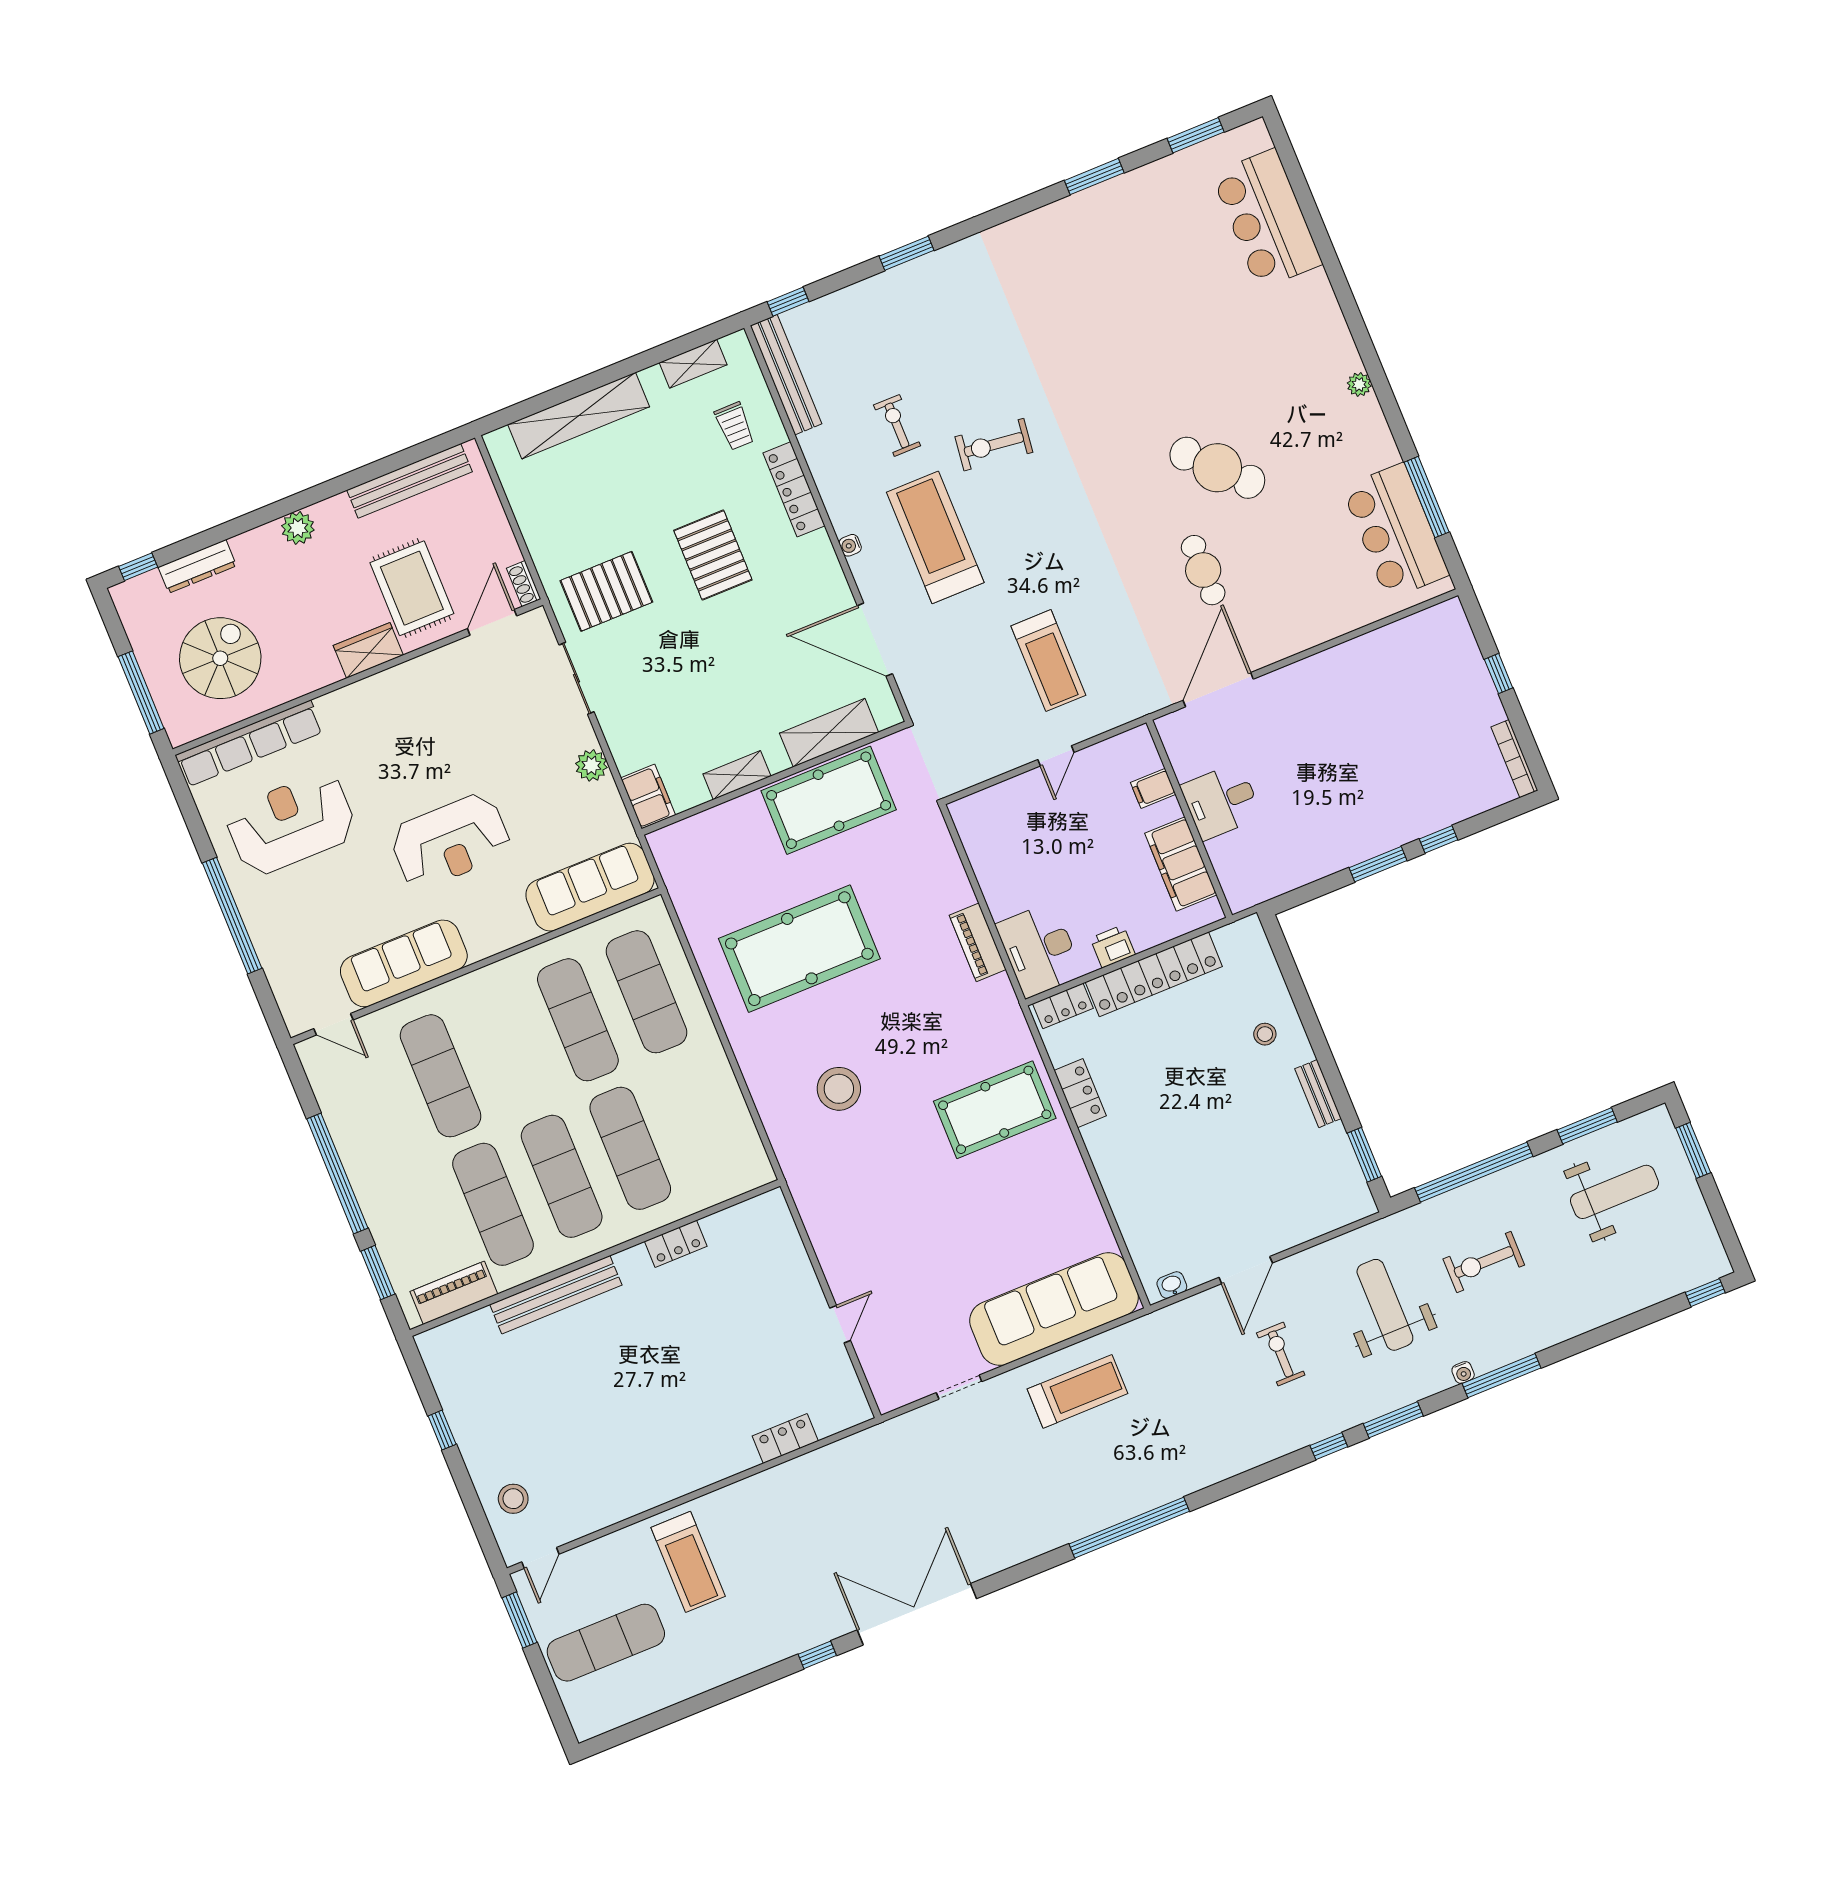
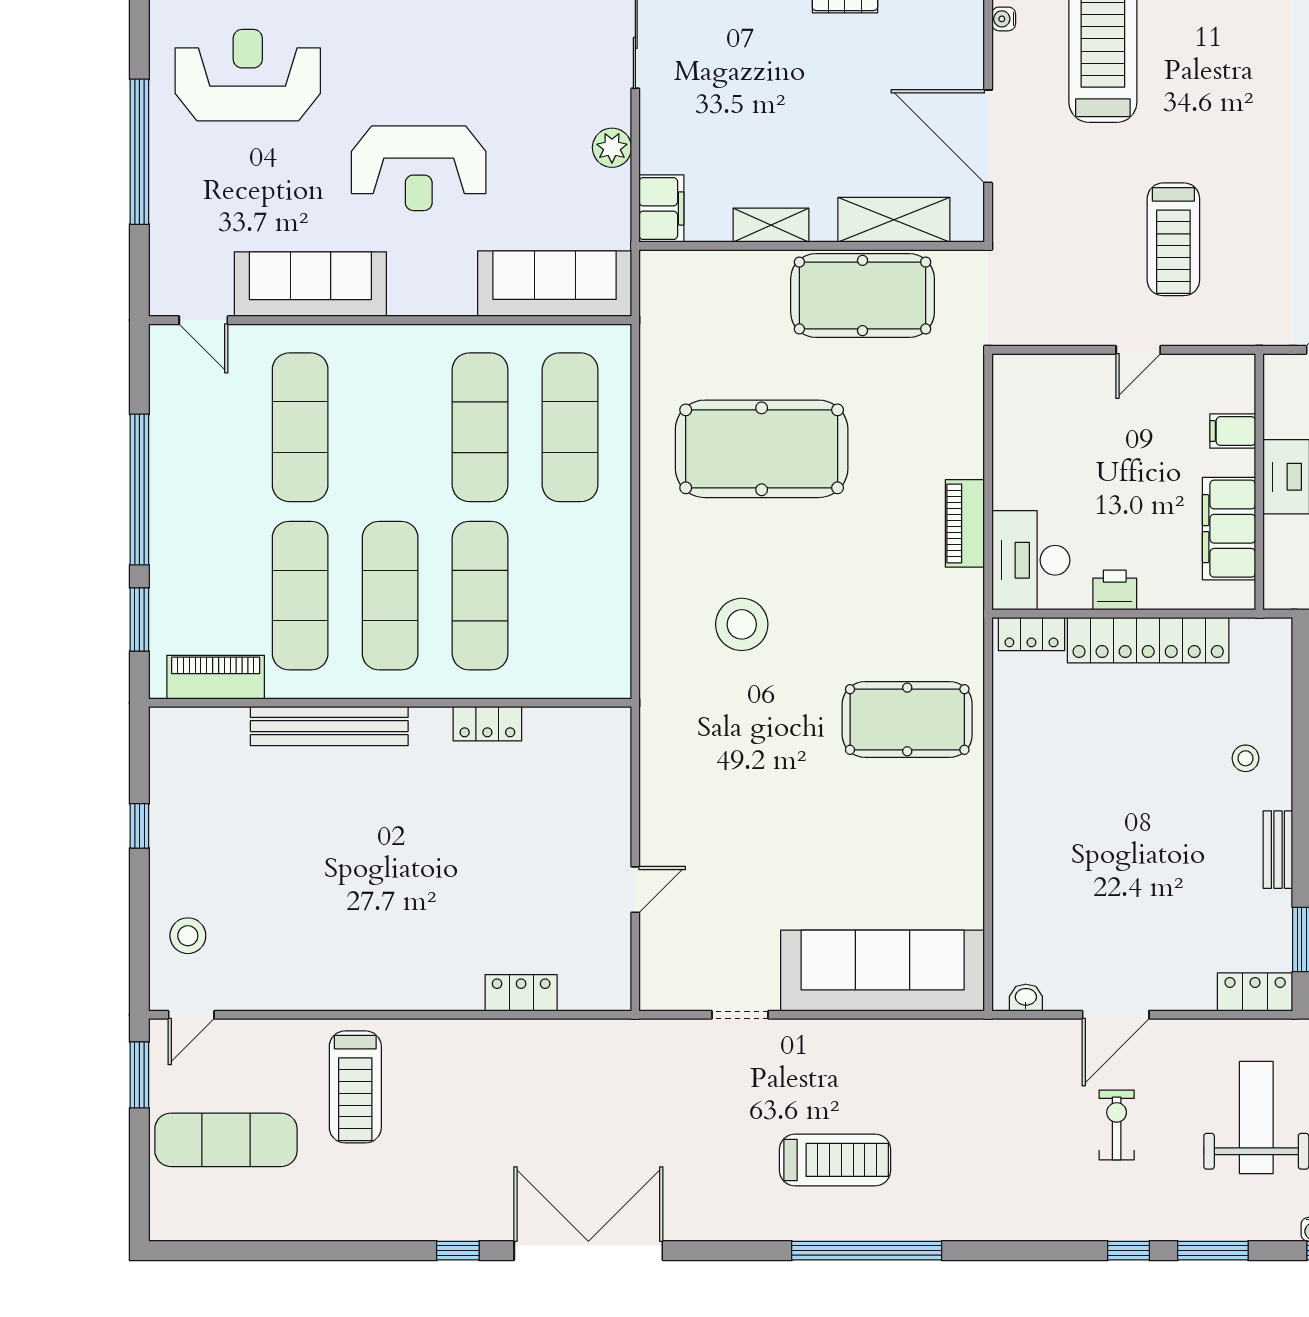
locker: (1080, 1093) -> (1255, 992), moved, turned -90
treadmill: (1078, 1391) -> (835, 1160), moved

